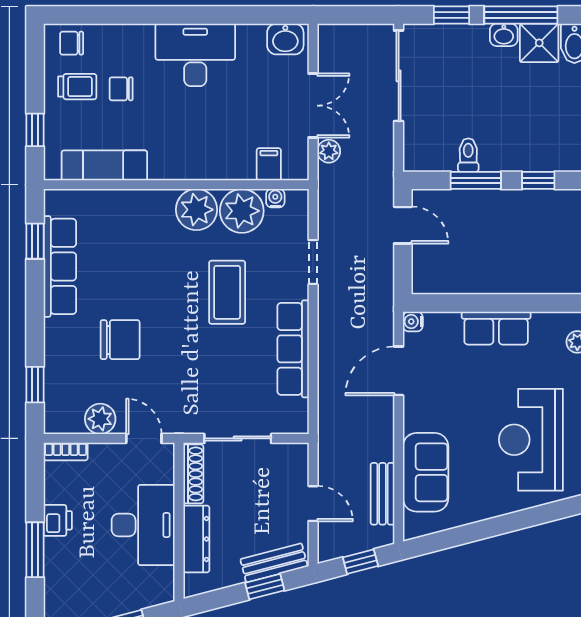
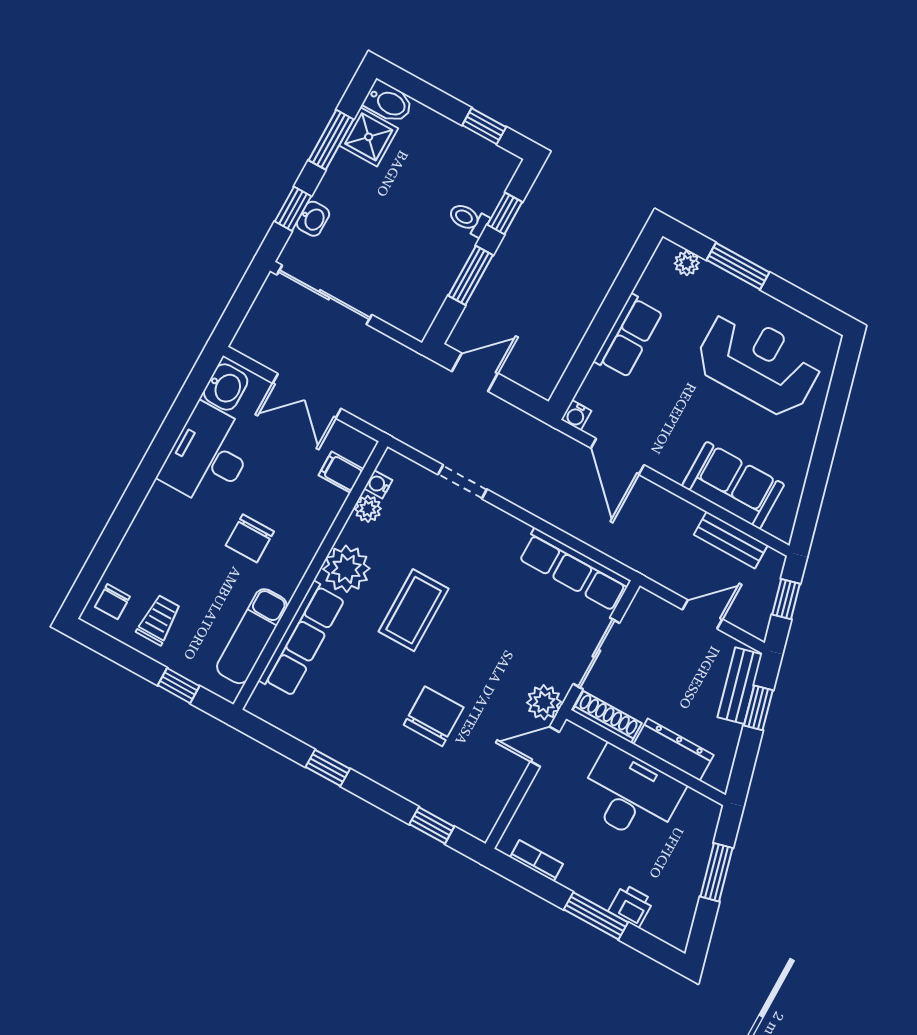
window: (521, 15) -> (331, 140), width x0.69
washbasin: (504, 35) -> (313, 219), moved
desk: (195, 55) -> (208, 456), moved
chair: (121, 89) -> (250, 538), moved, width x1.37, depth x1.37
double door: (313, 106) -> (307, 396), swing flipped
plant: (329, 151) -> (361, 405), removed
toilet: (468, 155) -> (469, 219), moved
plant: (242, 211) -> (368, 509), width x0.53, depth x0.53
window: (35, 241) -> (328, 768), moved
row of seats: (60, 266) -> (302, 639), moved, turned 90
coffee table: (227, 292) -> (414, 610), moved, turned 90
row of seats: (293, 349) -> (574, 569), moved
plant: (100, 419) -> (544, 702), moved
reception desk: (531, 440) -> (758, 363), turned 180
bookcase: (66, 452) -> (536, 861), moved, turned -90
printer: (58, 520) -> (631, 906), moved

